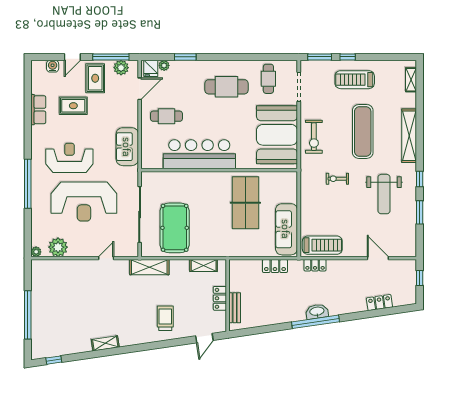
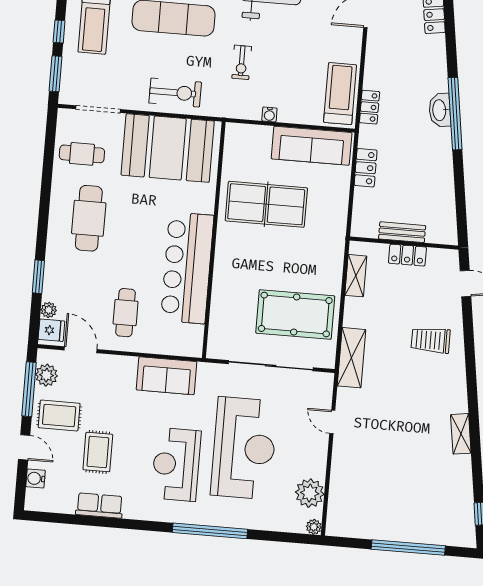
water cooler: (305, 200) -> (269, 114), added
bench: (235, 308) -> (402, 232), moved

